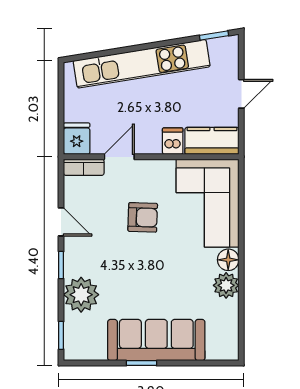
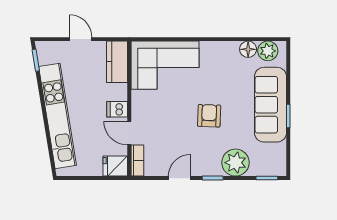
dishwasher: (173, 141) -> (117, 109), moved
armchair: (143, 217) -> (209, 116), moved
floor lamp: (228, 260) -> (248, 49), moved
plant: (226, 285) -> (268, 51), moved

